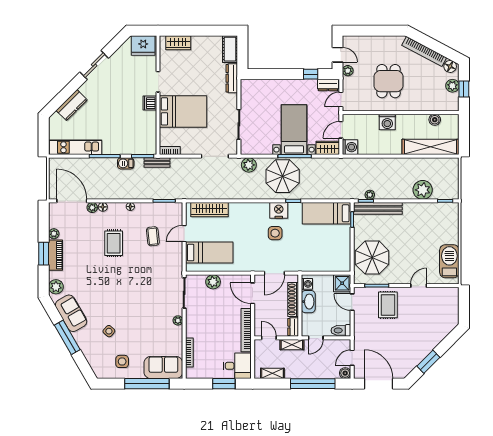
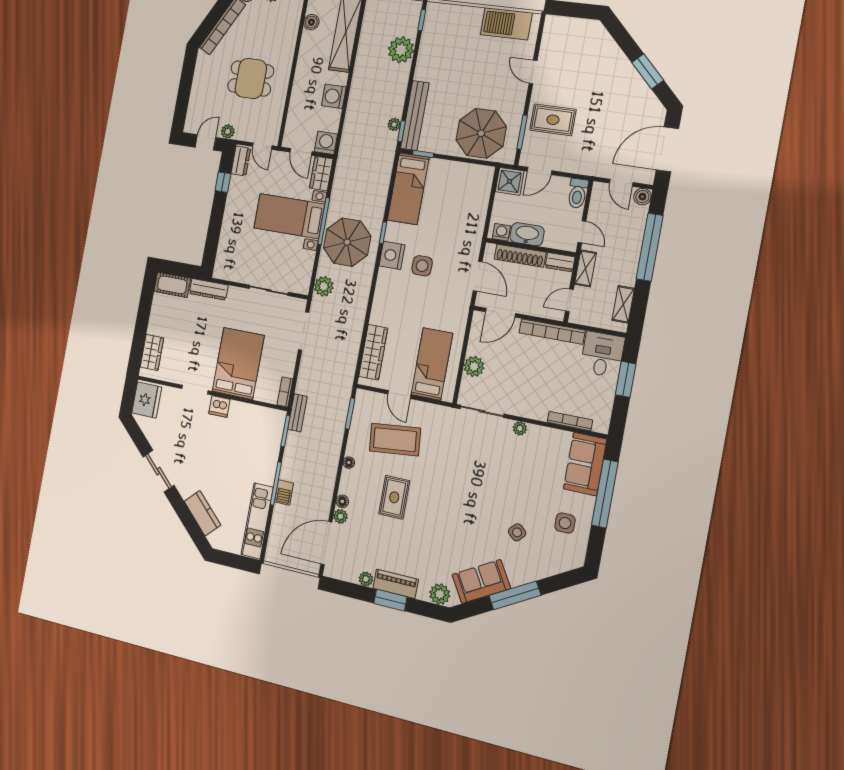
washing machine: (387, 122) -> (334, 96), moved, turned 180
barbecue: (126, 163) -> (284, 492), moved
coffee table: (153, 236) -> (395, 440), width x1.86, depth x1.72
rug: (114, 243) -> (394, 497), turned 90

